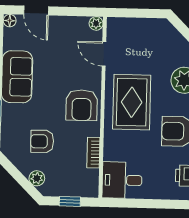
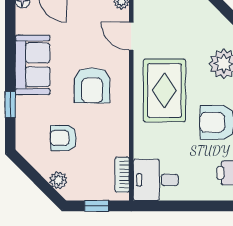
armchair: (82, 105) -> (92, 85), moved
bookcase: (93, 153) -> (122, 175), moved

